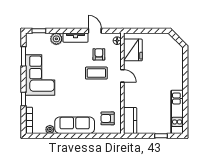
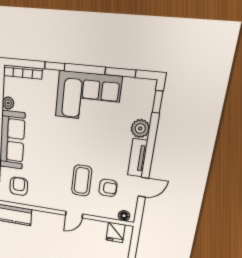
fridge: (133, 50) -> (115, 232), width x0.53, depth x0.75

